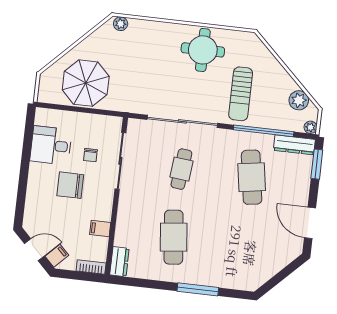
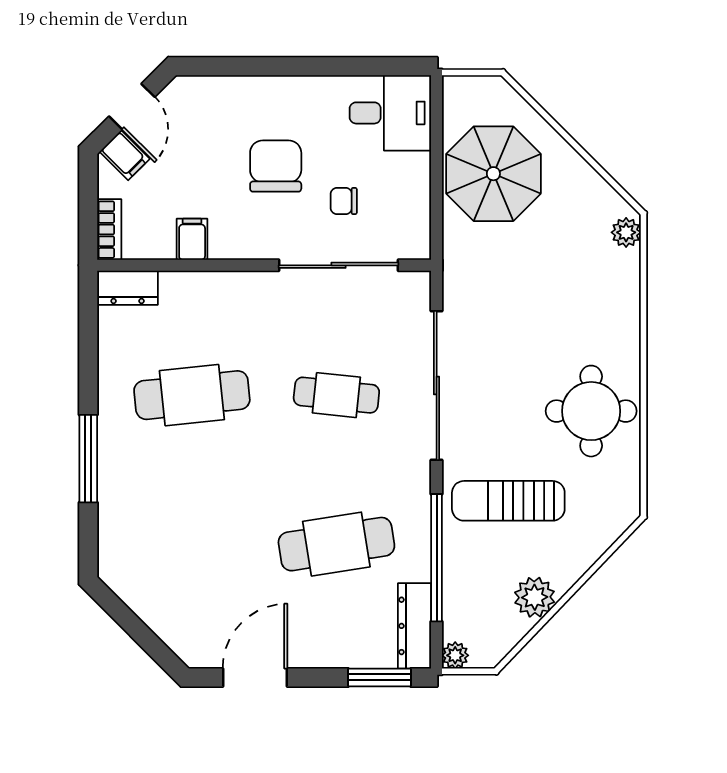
plant: (299, 100) -> (535, 597), moved
desk: (51, 145) -> (390, 113), moved, turned 90

